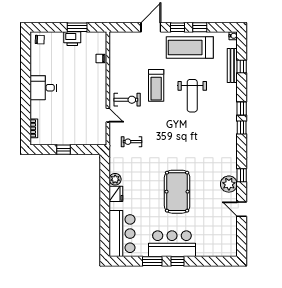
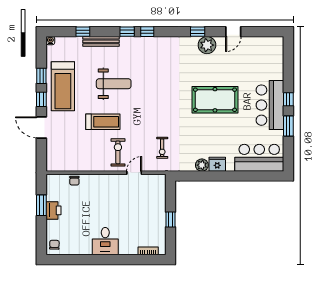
bench: (232, 65) -> (101, 41), moved

